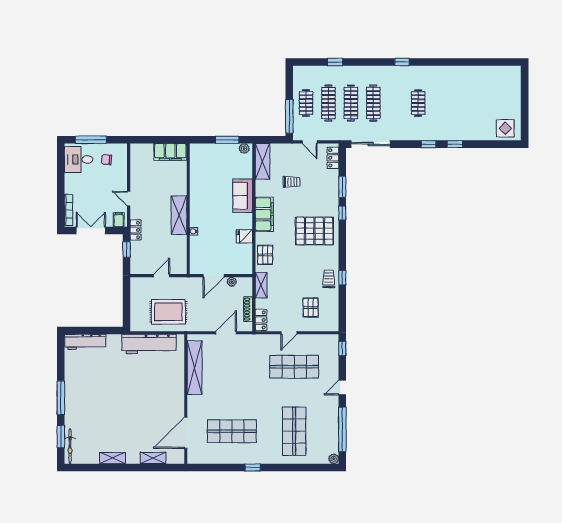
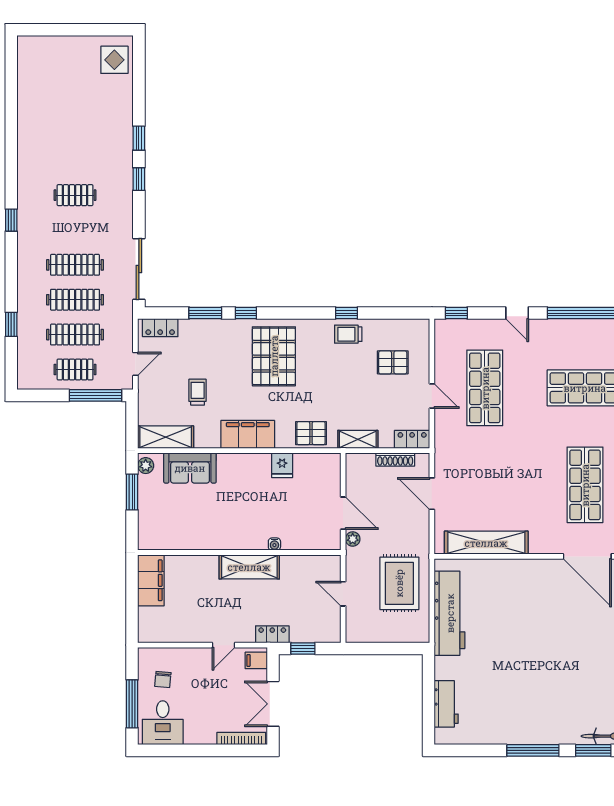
sofa: (243, 196) -> (190, 468), moved
plant: (232, 282) -> (353, 539), moved
workbench: (85, 342) -> (446, 704), width x0.73

